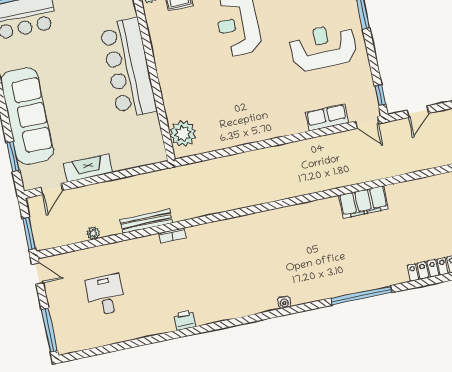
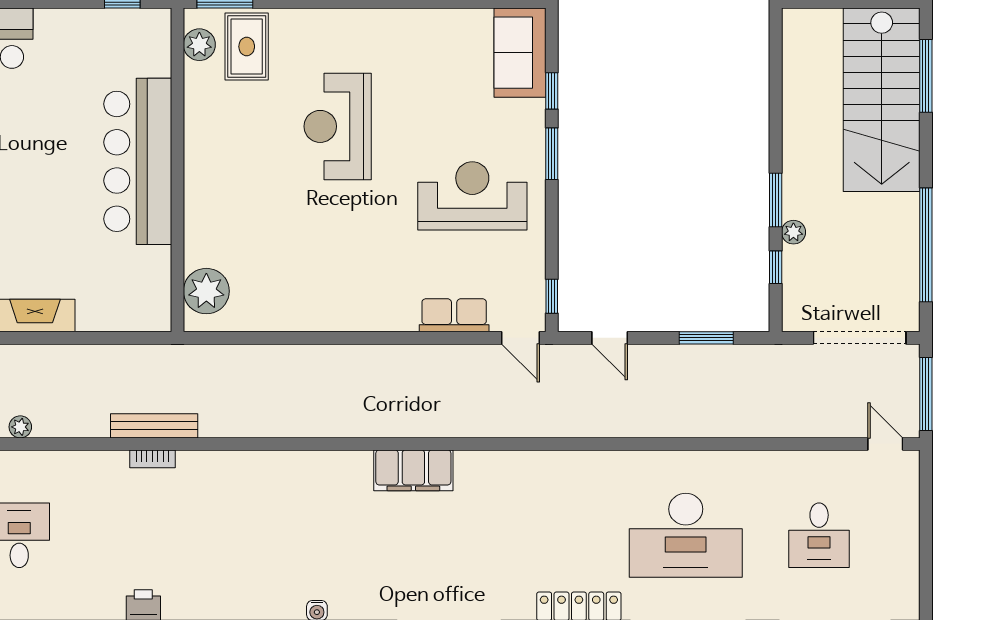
door: (418, 112) -> (610, 338), hinge flipped
filing cabinet: (363, 202) -> (413, 470), moved
bench: (146, 221) -> (154, 426), moved

